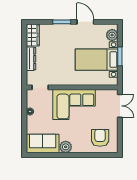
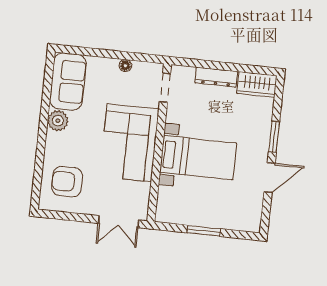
plant: (112, 35) -> (242, 221), removed
bed with nightstands: (97, 60) -> (198, 158), moved, turned 90
armchair: (100, 138) -> (67, 182), turned 180

